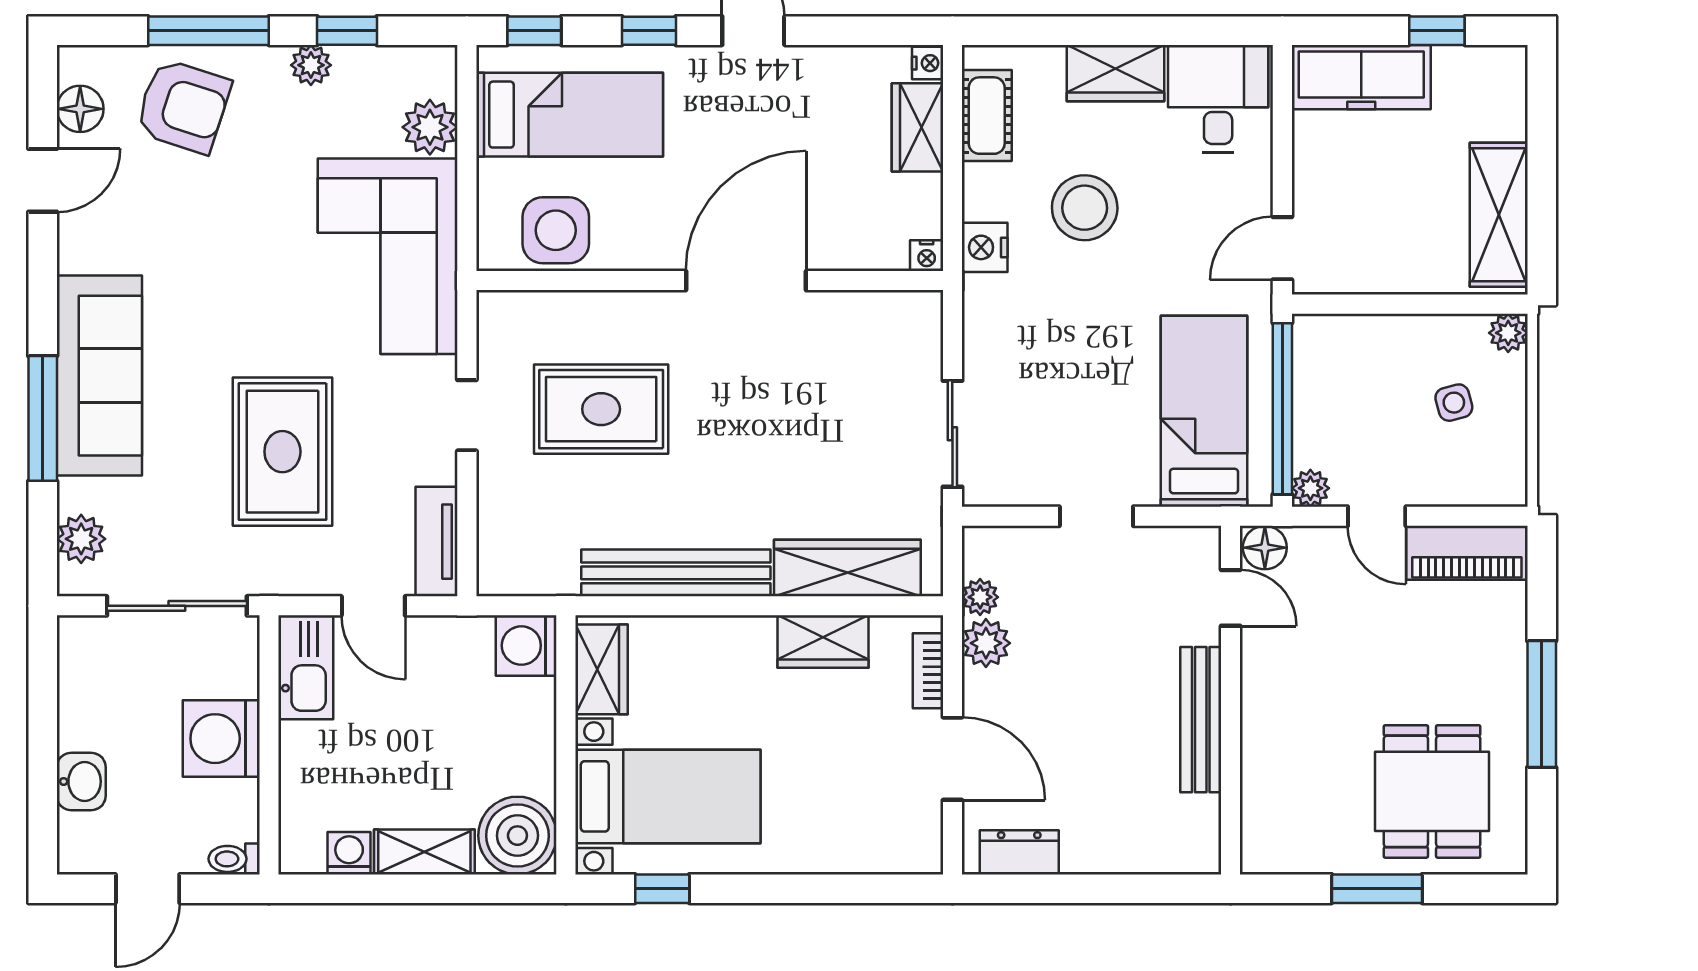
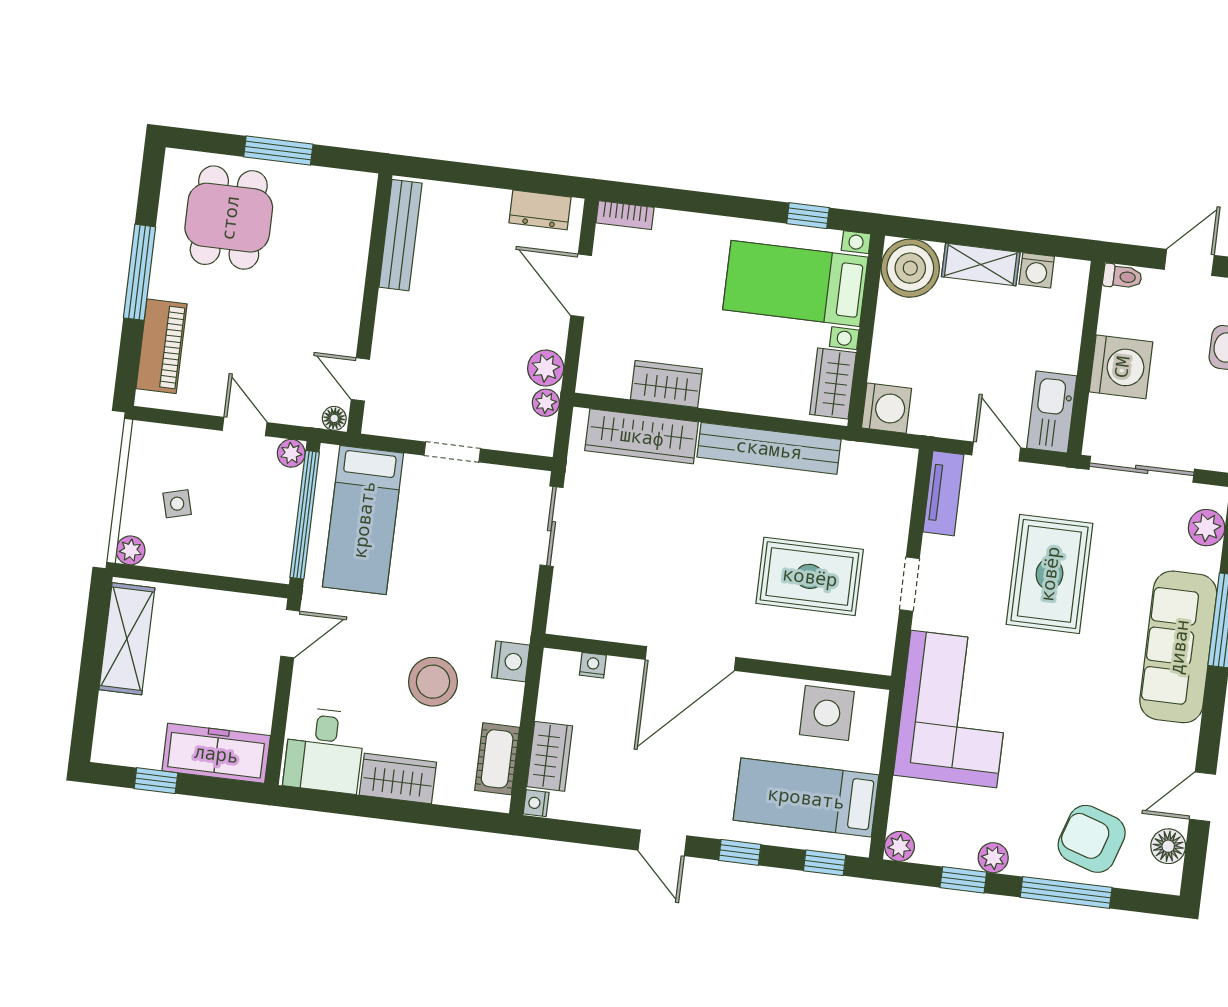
plant: (430, 127) -> (899, 846), moved, width x0.73, depth x0.73
nightstand: (927, 256) -> (593, 665), moved
floor lamp: (1265, 548) -> (334, 418), width x0.73, depth x0.73
piano: (1467, 553) -> (161, 346), moved, turned 90
bookcase: (928, 671) -> (625, 215), moved, turned 90
bench: (1201, 720) -> (400, 235), moved

